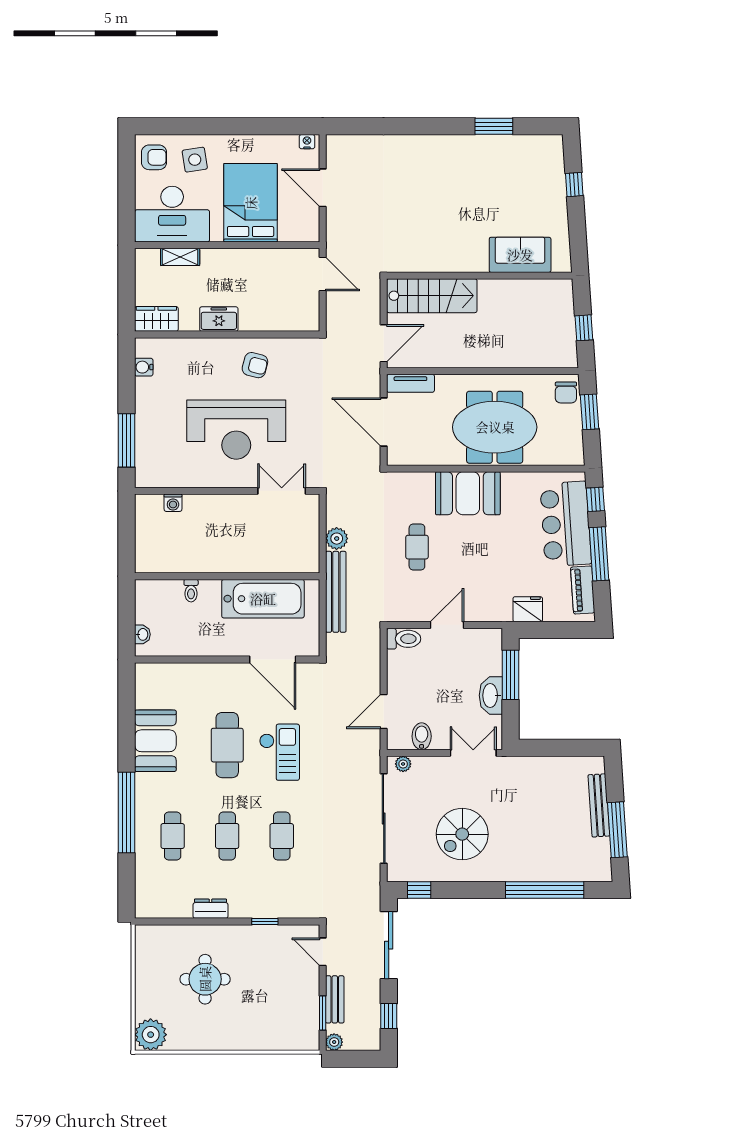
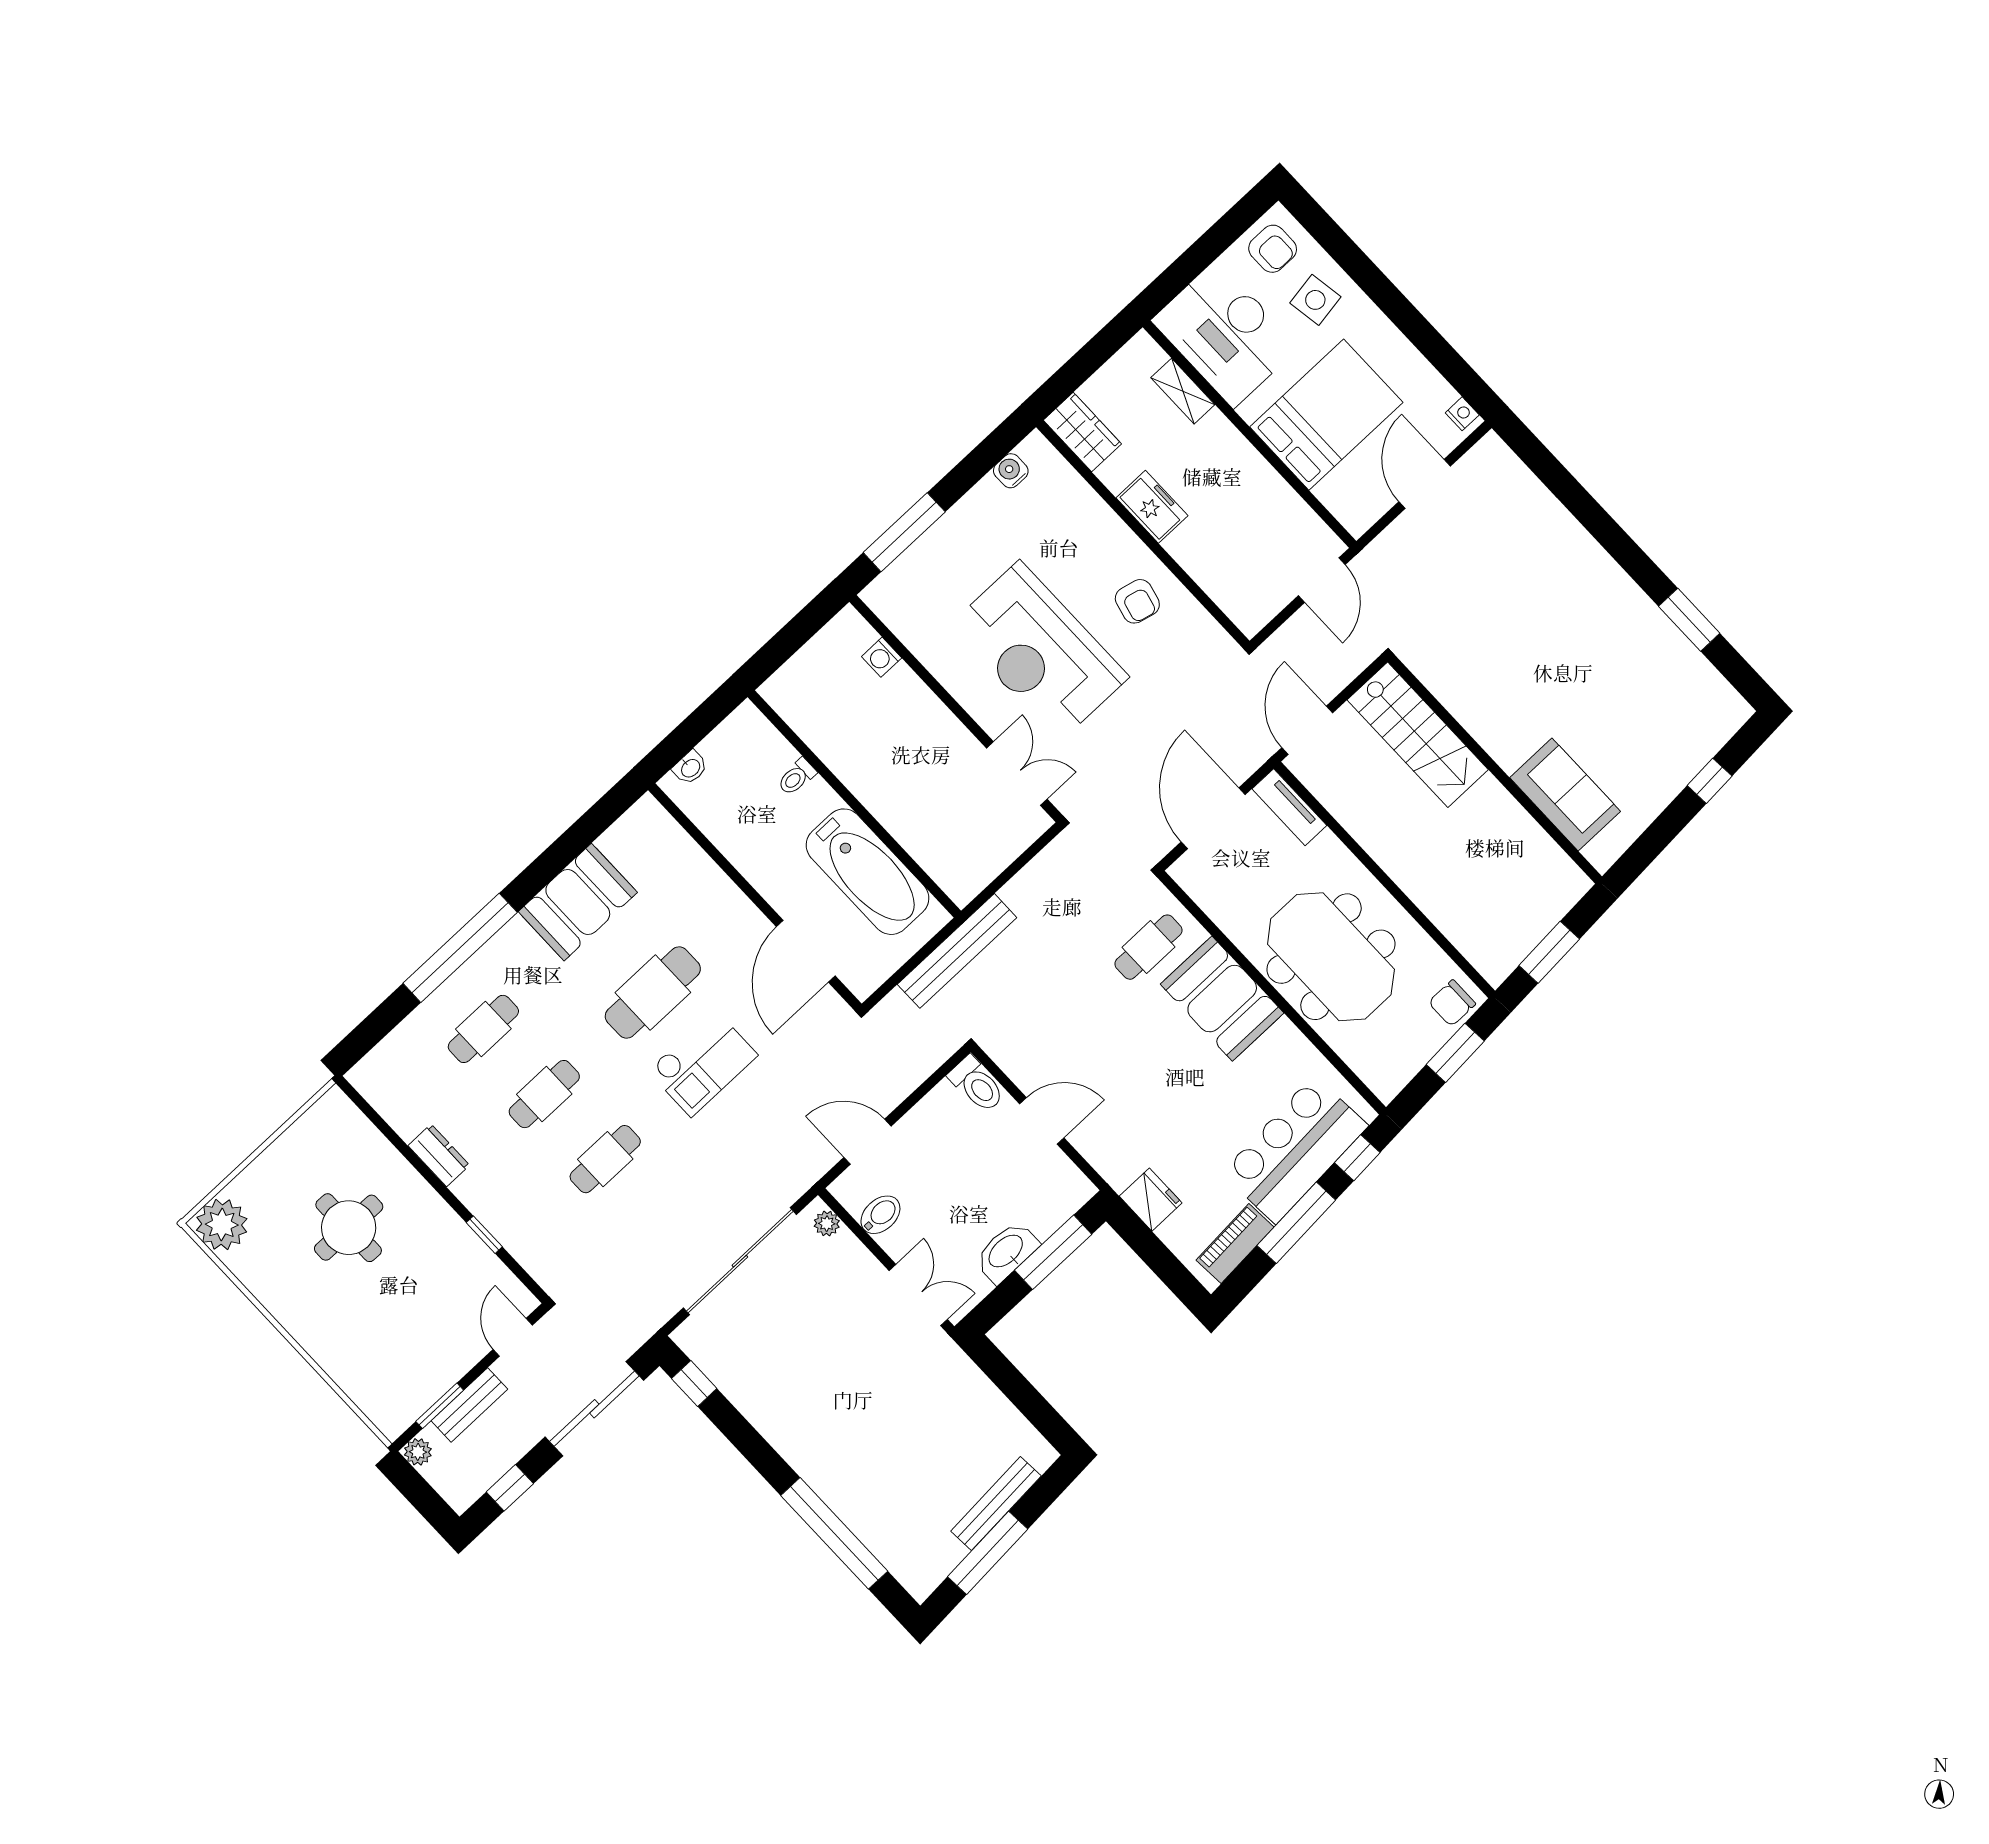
window: (584, 328) -> (1549, 952), width x1.50
door: (384, 343) -> (1307, 730), swing flipped
plant: (337, 539) -> (1022, 893), removed
cafe table: (417, 547) -> (1148, 947), moved
spiral stairs: (462, 834) -> (809, 1372), removed

